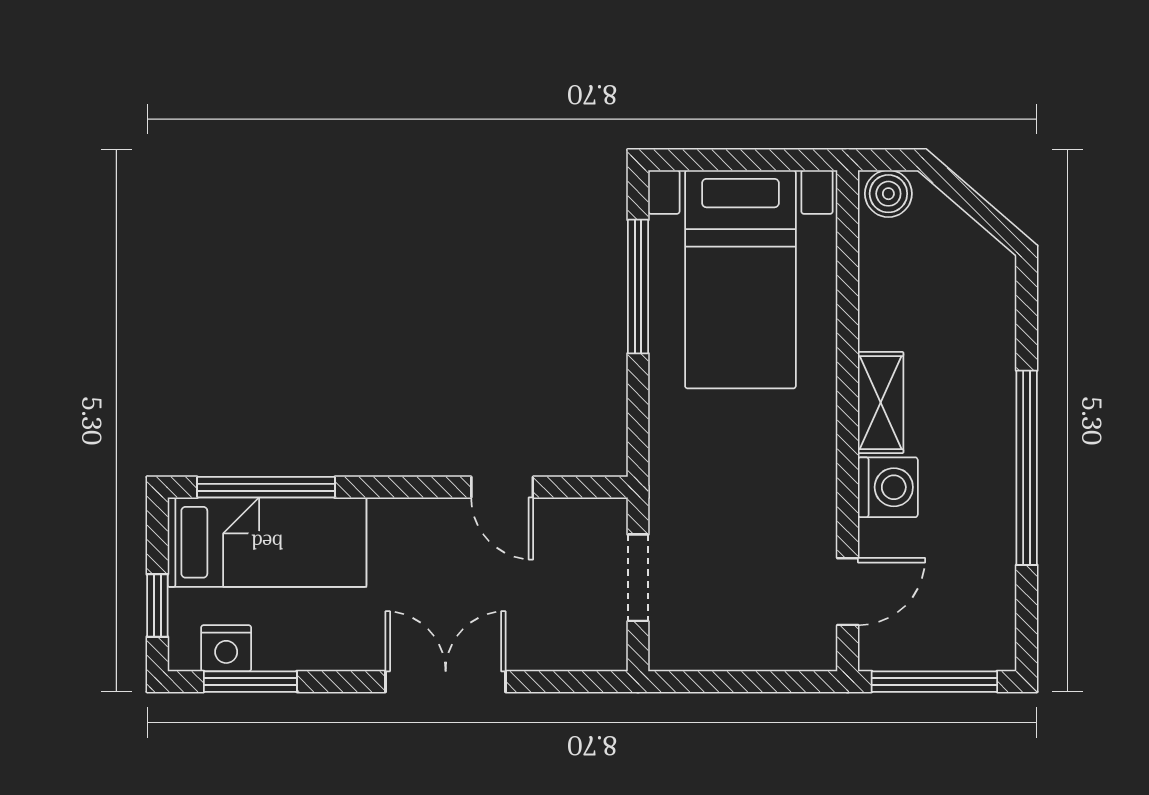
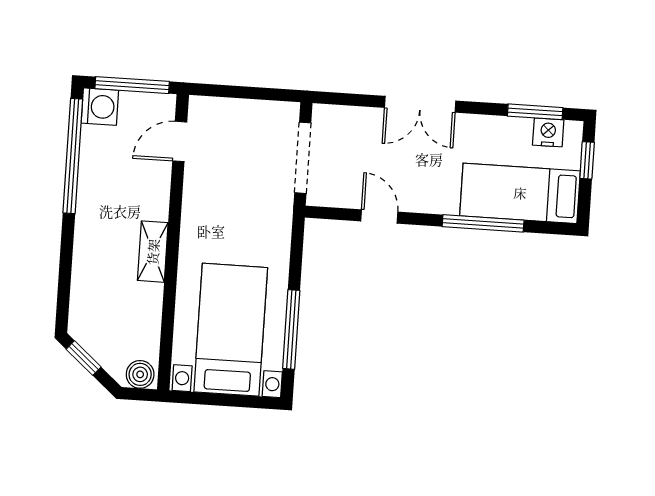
window: (986, 215) -> (84, 358), added
window: (1027, 468) -> (73, 156), moved
window: (266, 487) -> (483, 223), moved
washing machine: (888, 487) -> (100, 107), moved, turned 180
doorway: (638, 578) -> (303, 158), width x1.38

